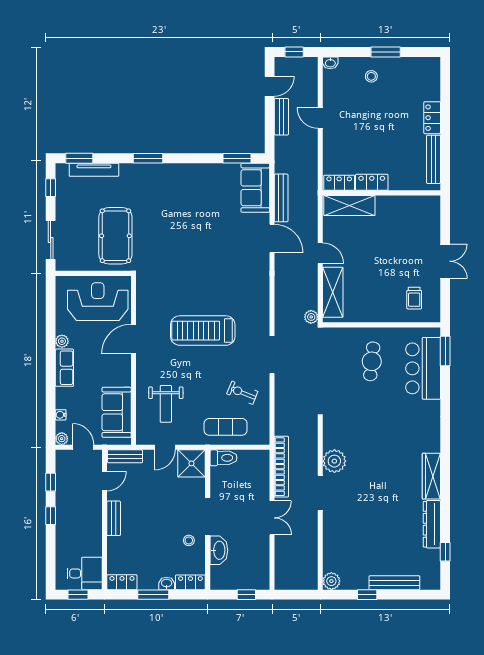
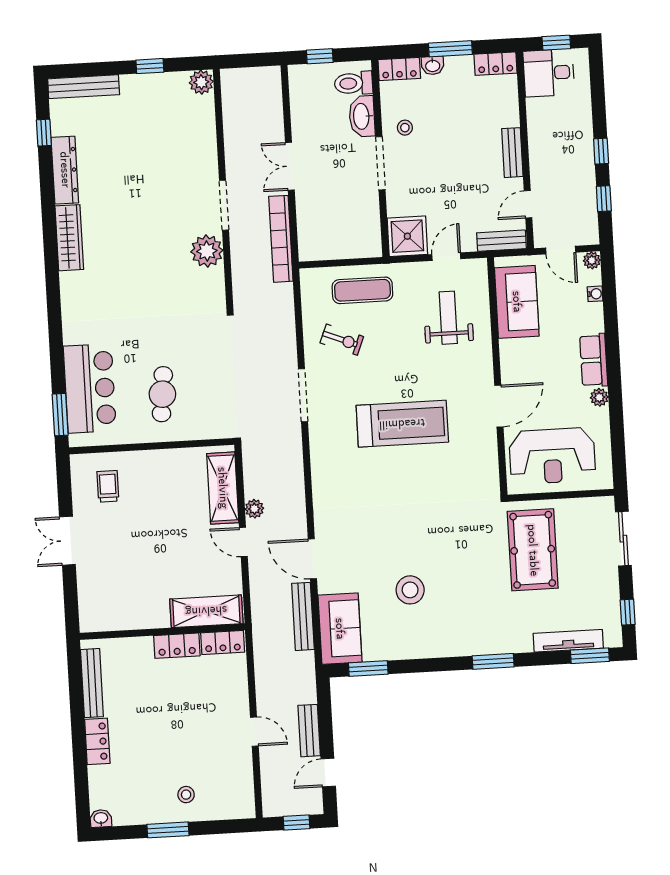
washbasin: (330, 63) -> (101, 818), moved
stool: (204, 212) -> (410, 590), added
plant: (311, 317) -> (254, 509), moved
toilet: (223, 458) -> (354, 83), moved
bench: (394, 583) -> (84, 87), moved

